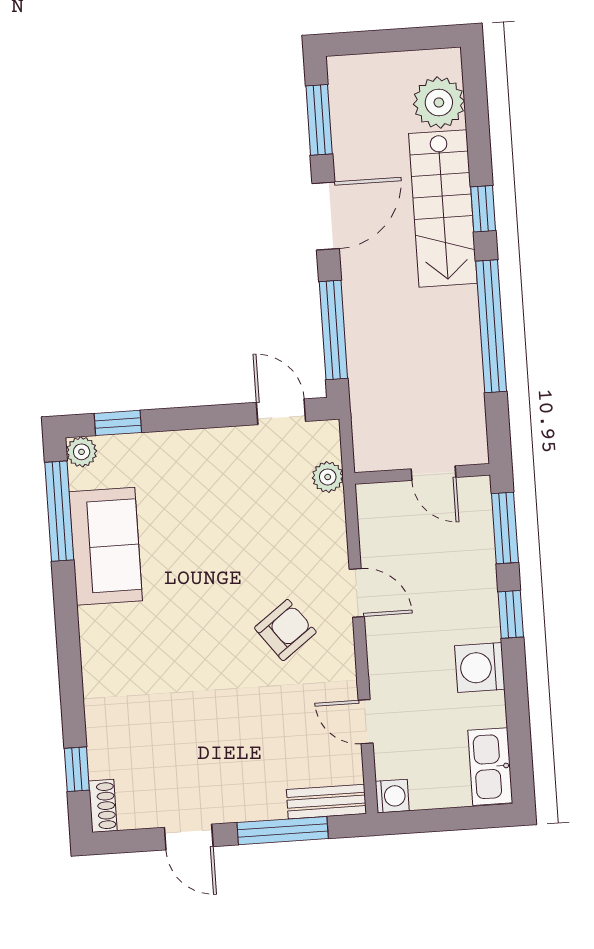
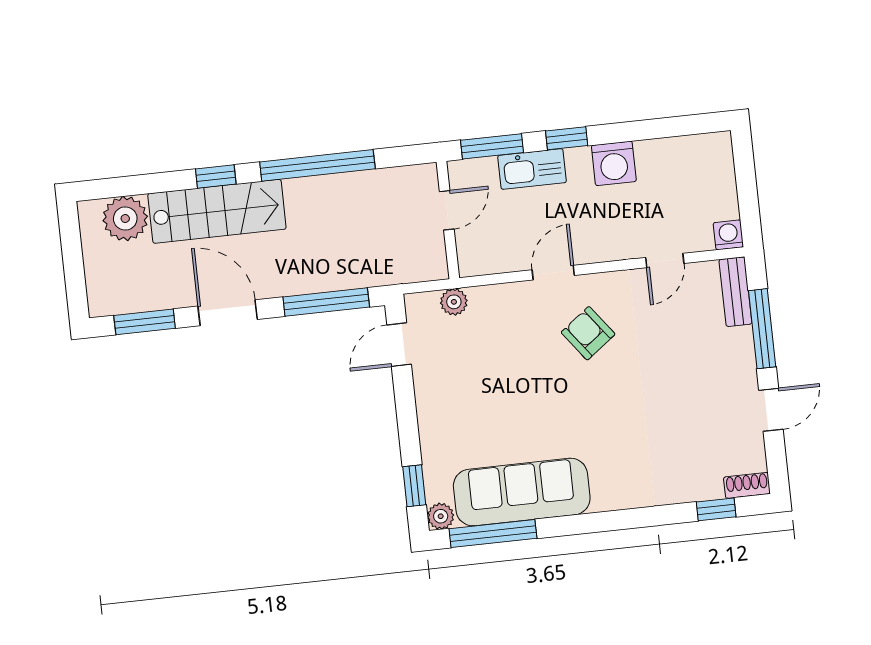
sofa: (106, 546) -> (522, 492), width x1.36
kitchen sink: (490, 767) -> (532, 169), moved

